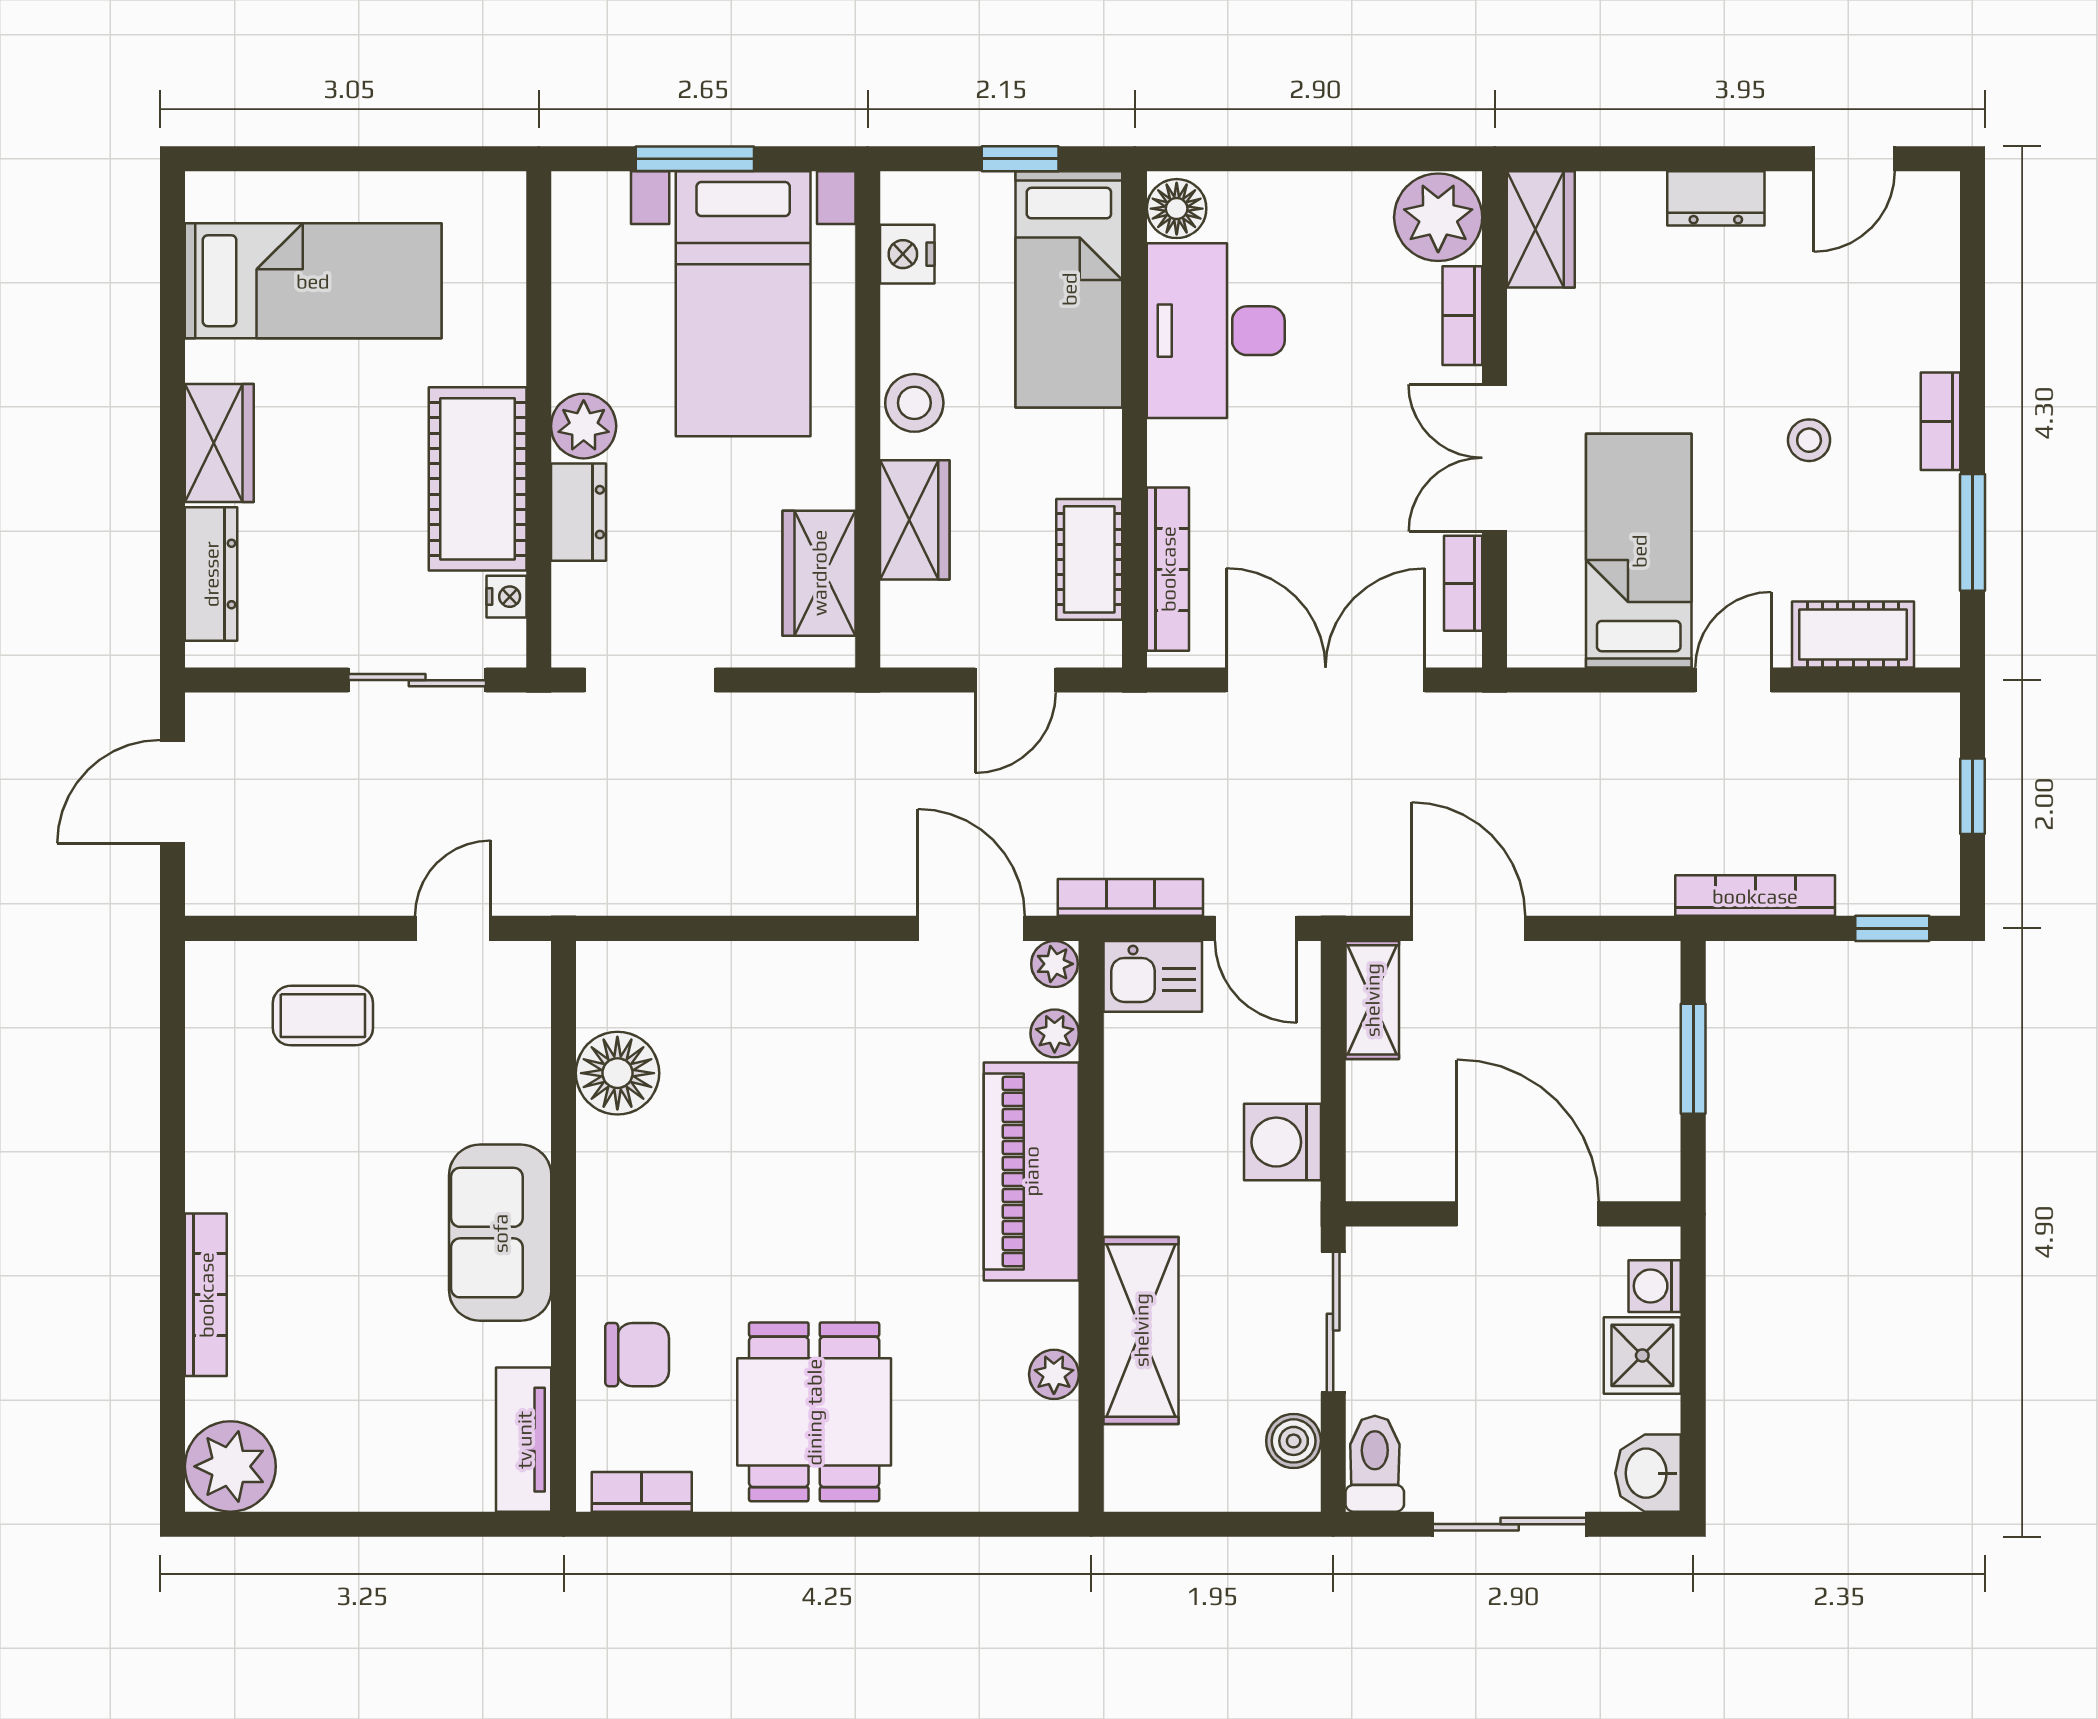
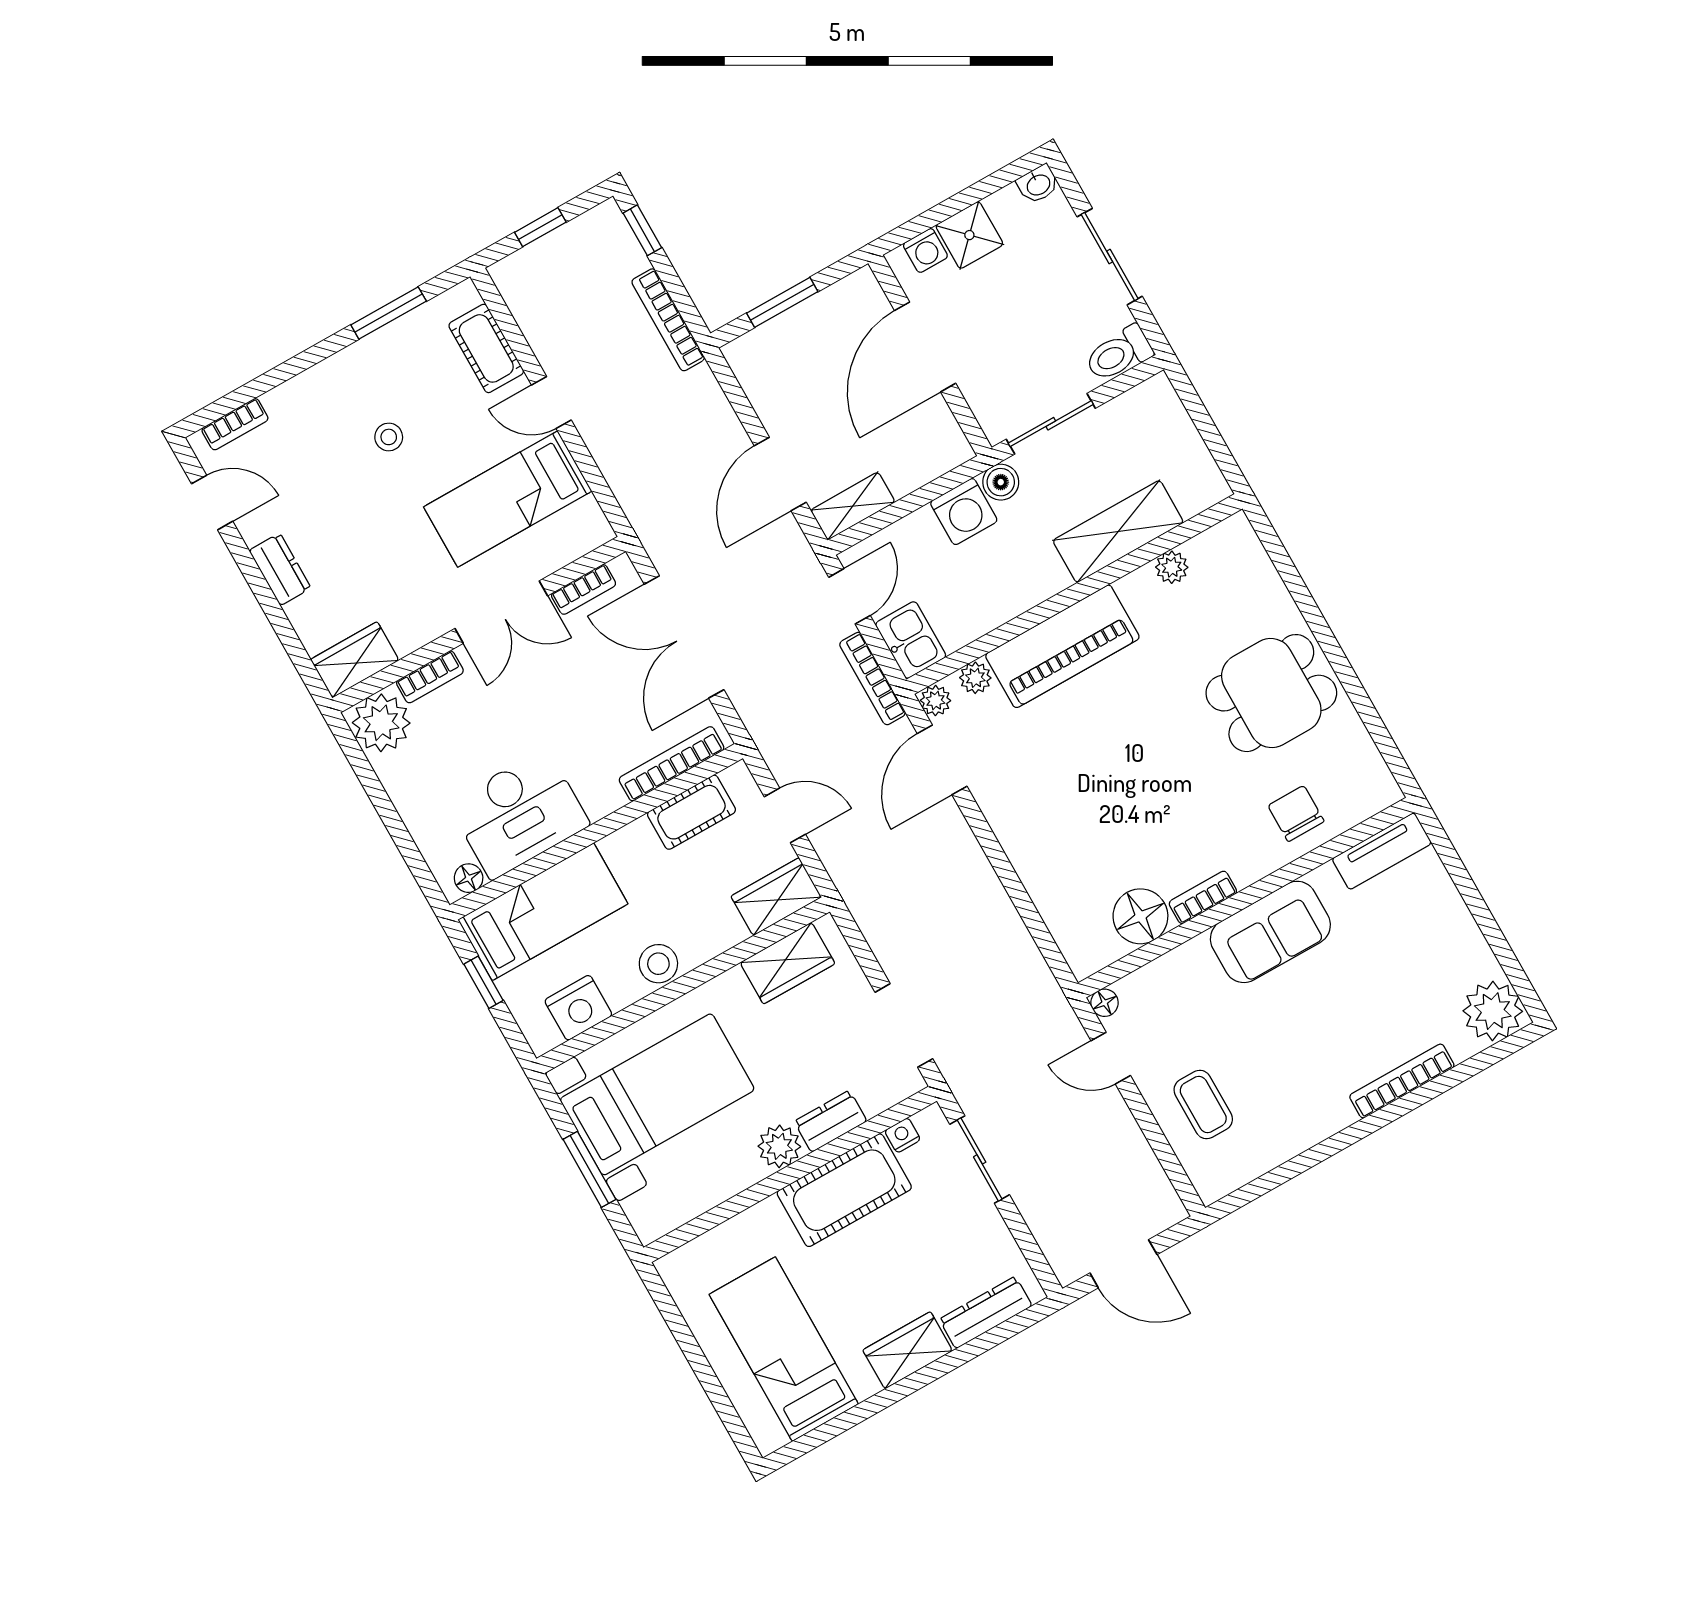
floor lamp: (1177, 209) -> (469, 878), width x0.73, depth x0.73
nightstand: (907, 254) -> (578, 1008), width x1.36, depth x1.33
bookcase: (1940, 421) -> (235, 424), moved
wardrobe: (915, 520) -> (776, 897), moved
floor lamp: (530, 961) -> (1105, 1003), added
boiler: (1294, 1441) -> (1001, 482), moved
washbasin: (1648, 1473) -> (1038, 184), width x0.72, depth x0.69
bookcase: (642, 1492) -> (1203, 897), moved, turned 90

